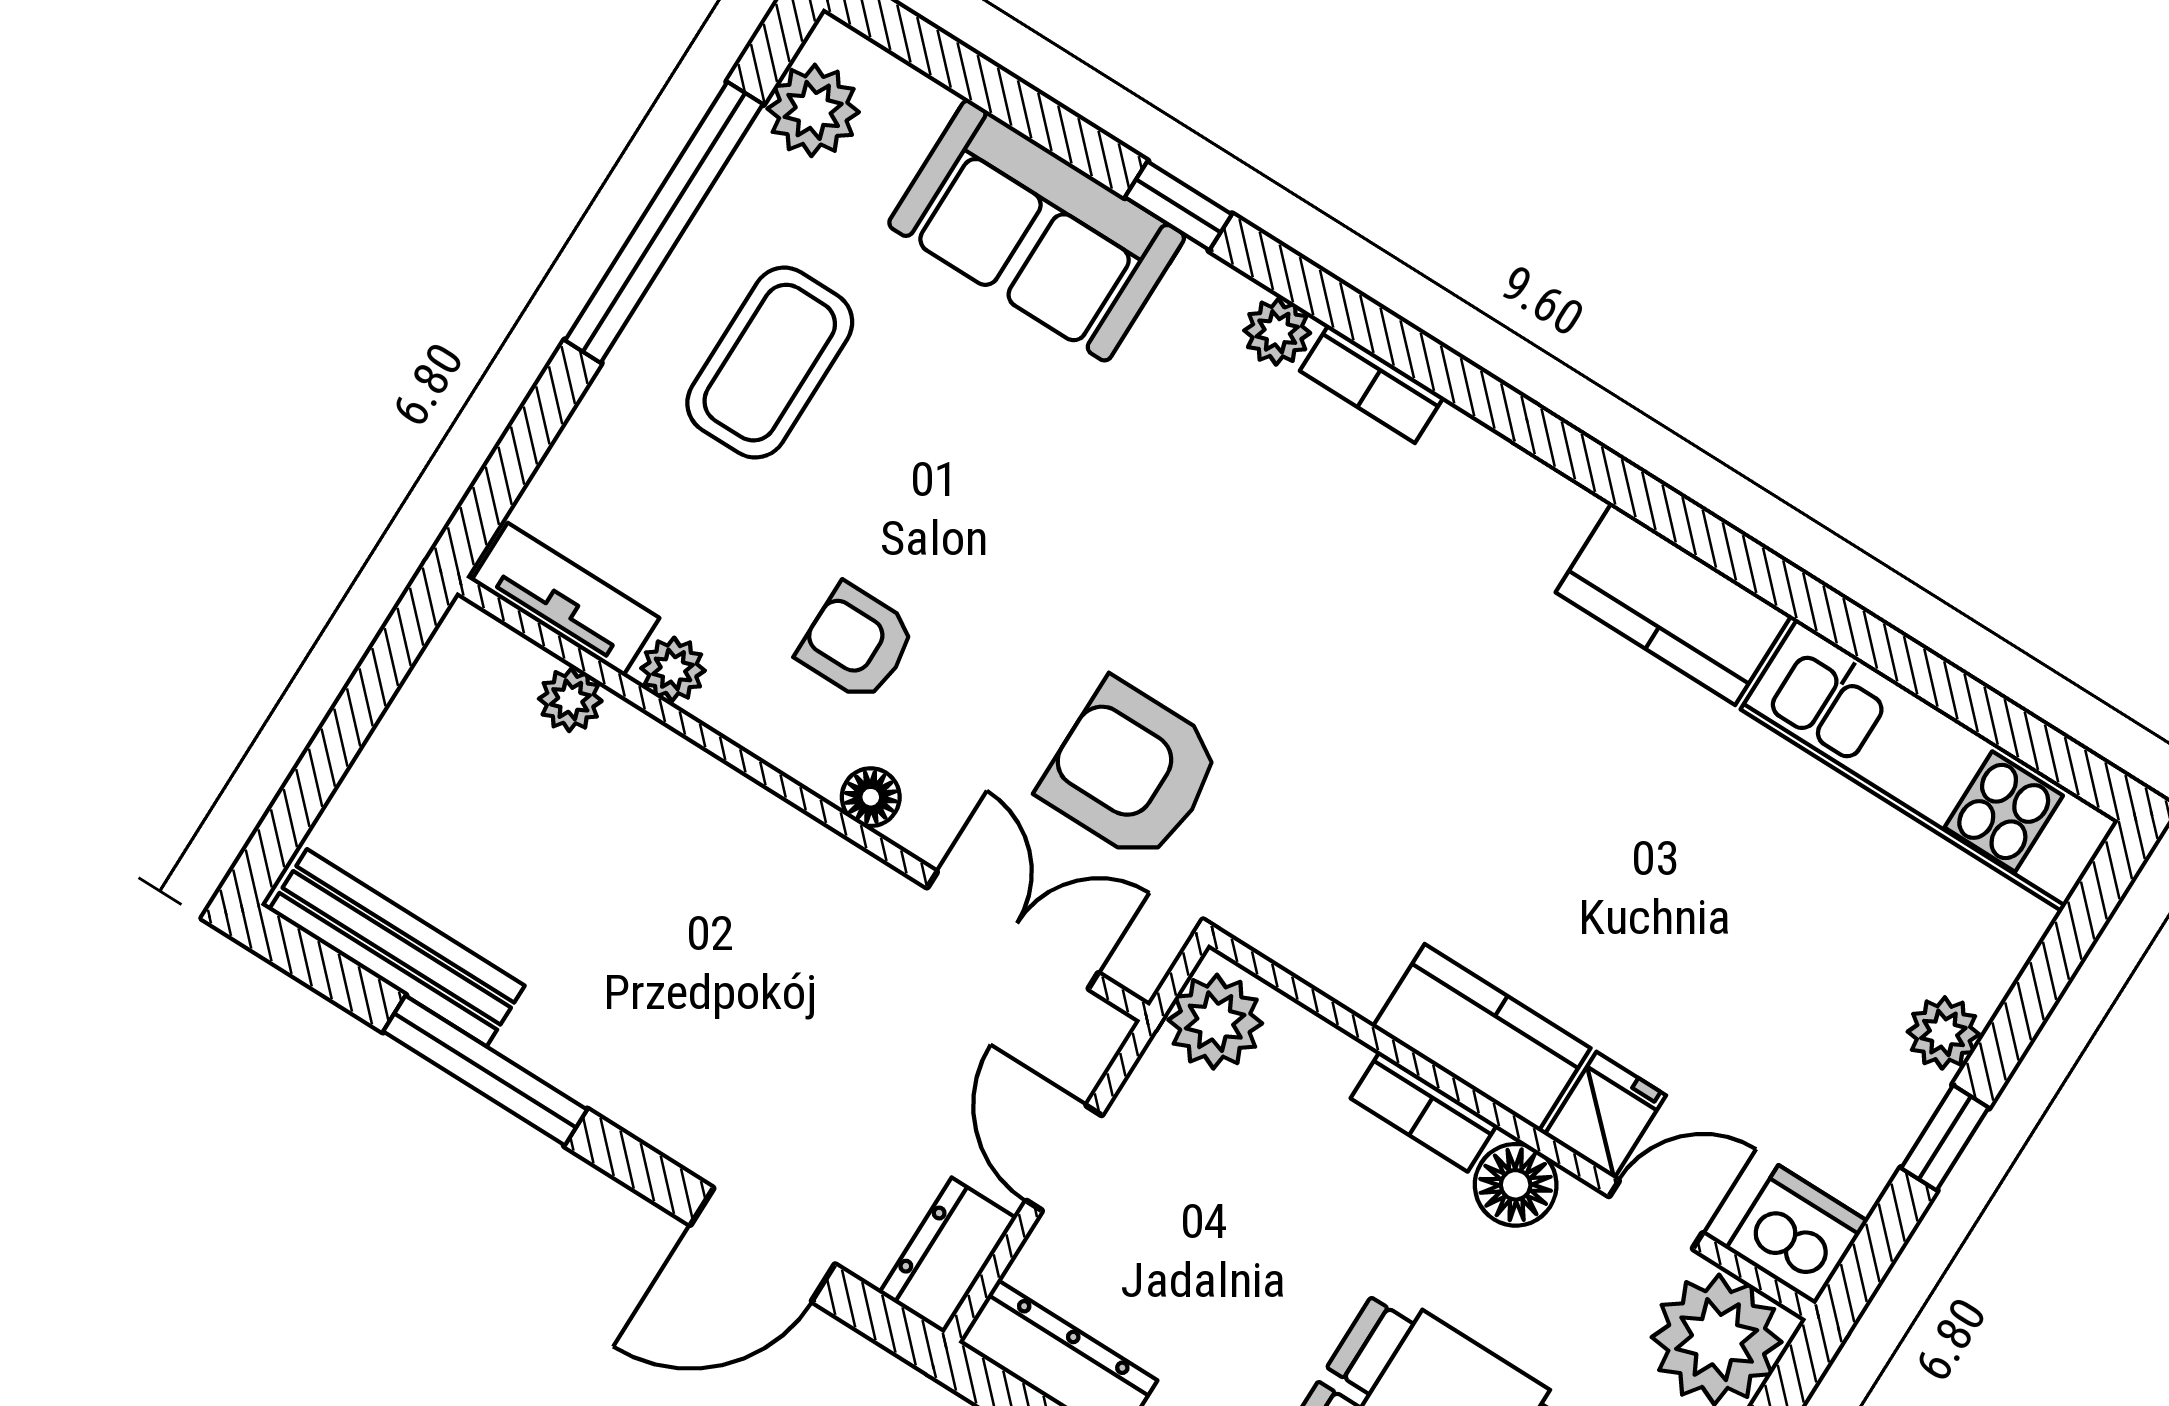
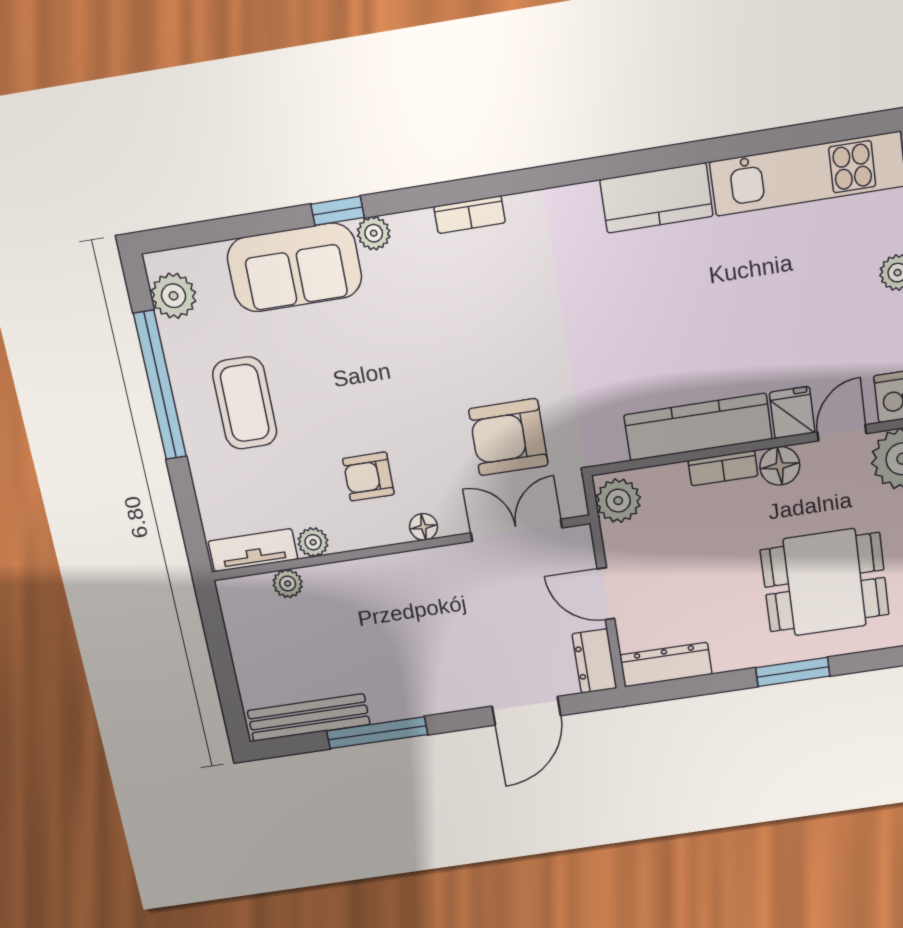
plant: (1277, 332) -> (374, 233), moved
kitchen counter: (1482, 1038) -> (698, 427), width x1.50

